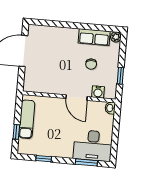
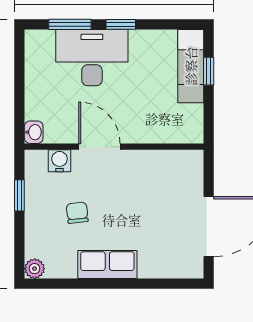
row of seats: (94, 37) -> (107, 264), moved
exam couch: (27, 119) -> (191, 66), moved
desk: (93, 146) -> (92, 58), moved
window: (44, 159) -> (121, 24), moved

